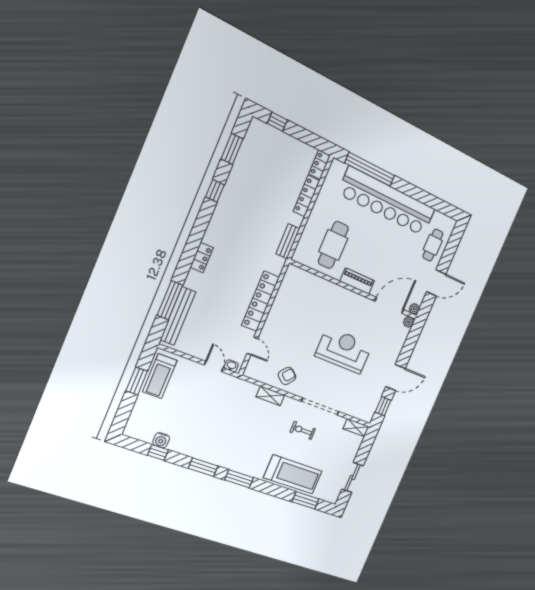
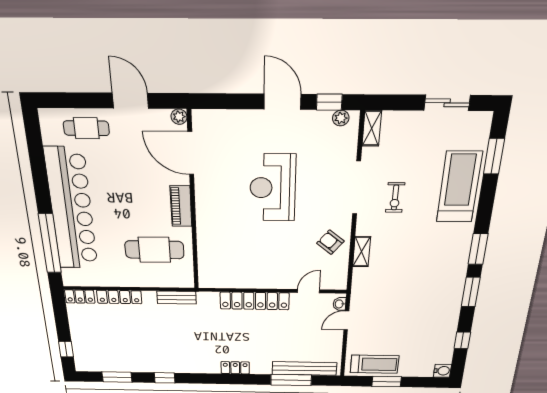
plant: (408, 322) -> (341, 118), moved
water cooler: (161, 440) -> (442, 371), moved

